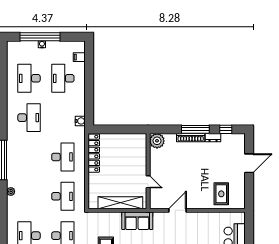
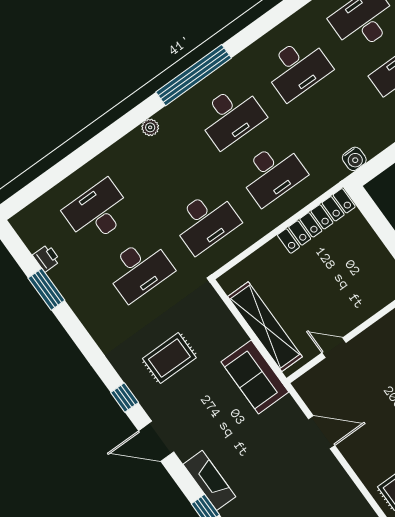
desk: (29, 157) -> (231, 116), added
door: (148, 182) -> (334, 348), swing flipped

